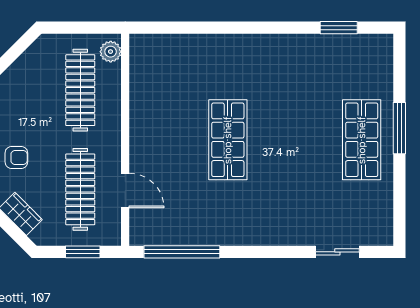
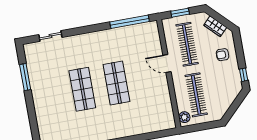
window: (399, 128) -> (25, 77), moved
shop shelf: (362, 140) -> (82, 89), moved
door: (125, 190) -> (167, 63), moved

